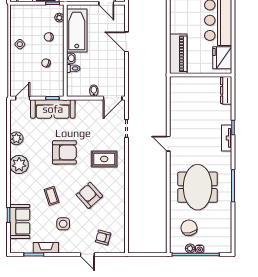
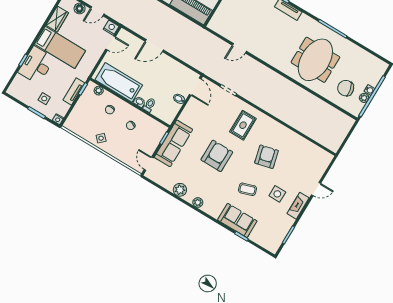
door: (168, 144) -> (239, 48), moved
plant: (19, 164) -> (198, 202), width x0.53, depth x0.53
meeting table: (198, 187) -> (315, 60), turned 90
armchair: (89, 195) -> (266, 157), turned 118
sofa: (20, 221) -> (237, 220), moved
armchair: (103, 238) -> (310, 167), removed
fireplace: (46, 248) -> (298, 206), moved

